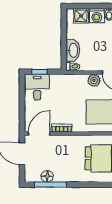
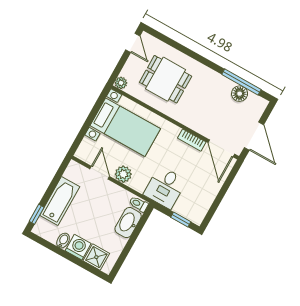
desk: (37, 87) -> (165, 187), moved
door: (39, 134) -> (221, 148), hinge flipped

